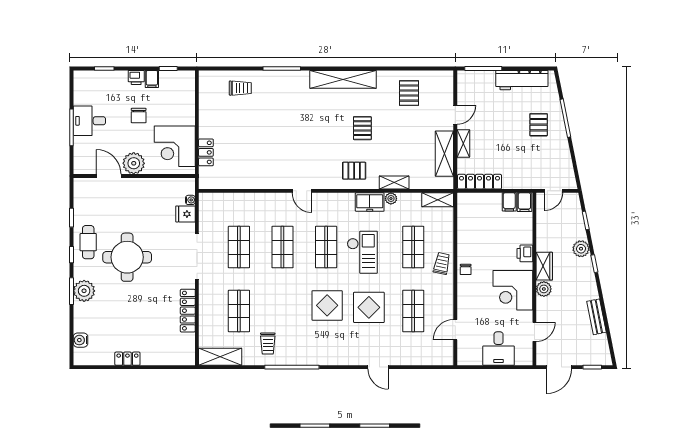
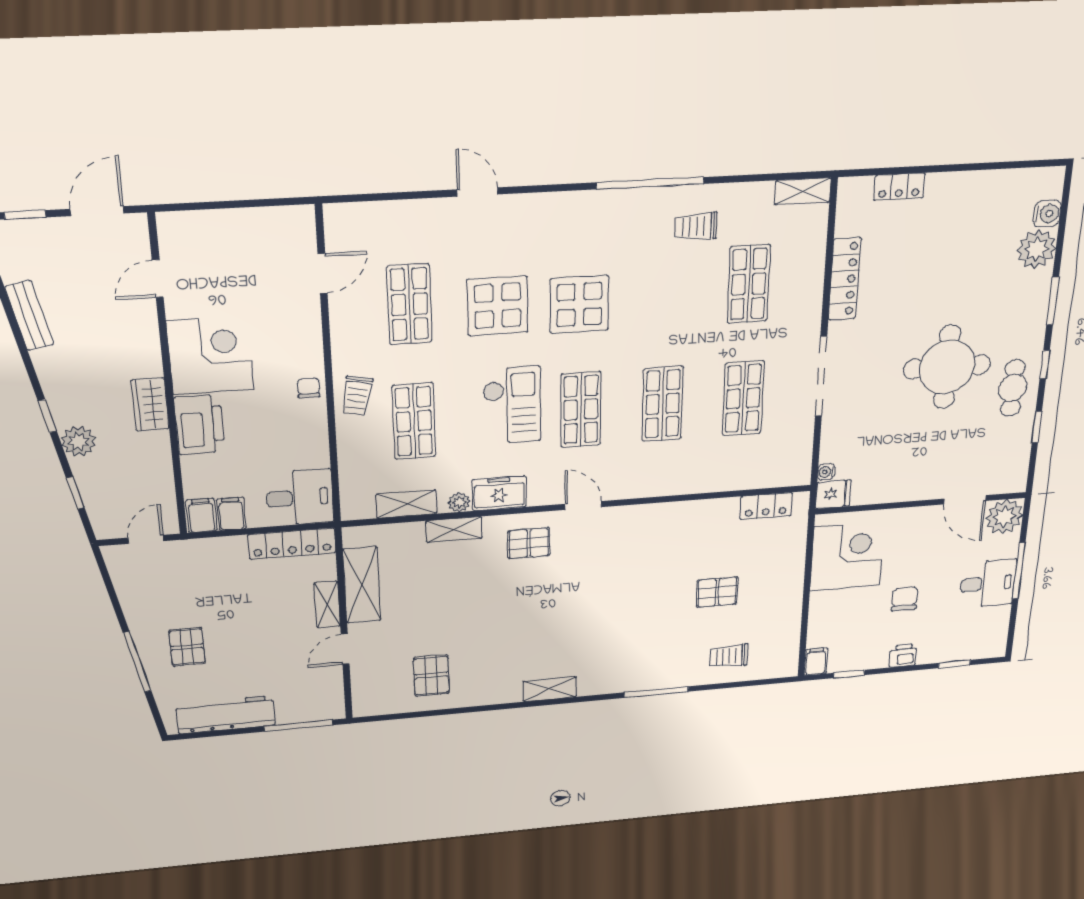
filing cabinet: (152, 79) -> (816, 662), moved
shelving: (343, 79) -> (550, 689), width x0.45, depth x0.75
pallet: (362, 128) -> (717, 592), moved, turned 90
locker: (206, 152) -> (766, 506), moved, turned -90
plant: (134, 163) -> (1004, 517), moved
door: (302, 191) -> (583, 505), moved
shelving: (438, 200) -> (406, 504), moved
fridge: (185, 214) -> (833, 494), moved
checkout: (362, 252) -> (512, 405), turned 180
printer: (525, 253) -> (199, 425), width x1.87, depth x1.48
plant: (544, 289) -> (146, 362), removed
plant: (84, 291) -> (1037, 249), moved
trolley: (268, 343) -> (696, 226), turned -90
desk: (499, 349) -> (300, 498), moved, turned 90
shelving: (220, 357) -> (803, 191), width x0.67, depth x0.75
locker: (127, 359) -> (899, 187), moved

